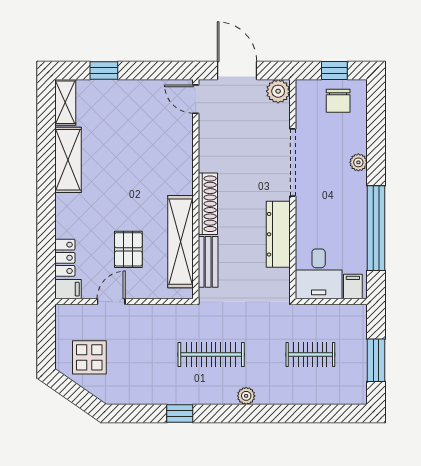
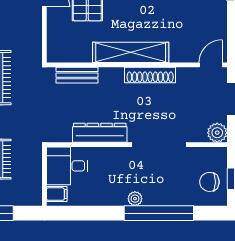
plant: (358, 162) -> (135, 199), moved
shoe rack: (208, 204) -> (150, 75), moved
window: (376, 228) -> (159, 213), moved
shelving: (180, 242) -> (131, 52), moved

